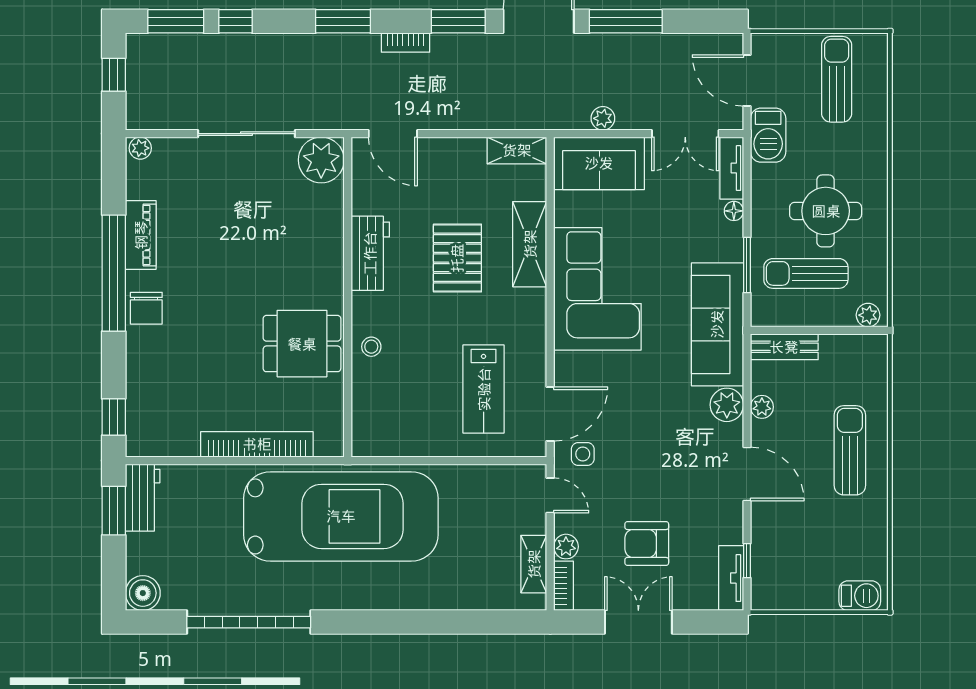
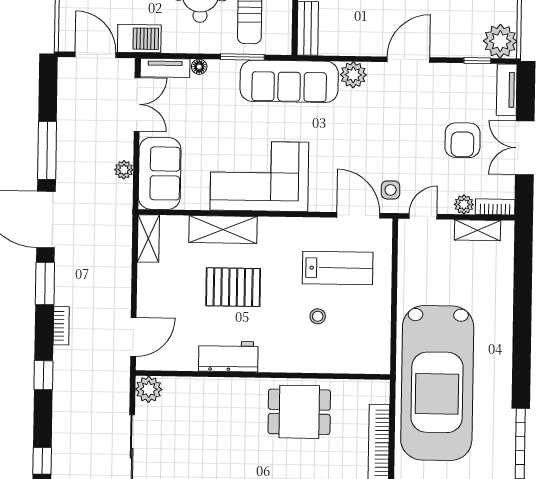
window: (343, 21) -> (43, 375), width x0.67
door: (747, 80) -> (96, 55), swing flipped
plant: (321, 160) -> (149, 389), width x0.73, depth x0.73
dining table: (302, 344) -> (299, 412), turned 90
stool: (371, 347) -> (318, 316), moved
plant: (762, 407) -> (500, 41), moved, width x1.88, depth x1.88
car: (341, 516) -> (437, 383), turned 180
tv unit: (731, 578) -> (507, 90), moved, turned 90

